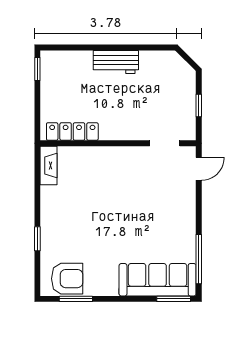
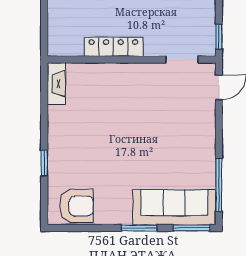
window: (199, 106) -> (219, 37), moved
locker: (72, 131) -> (113, 47), moved
window: (76, 299) -> (139, 228), moved

